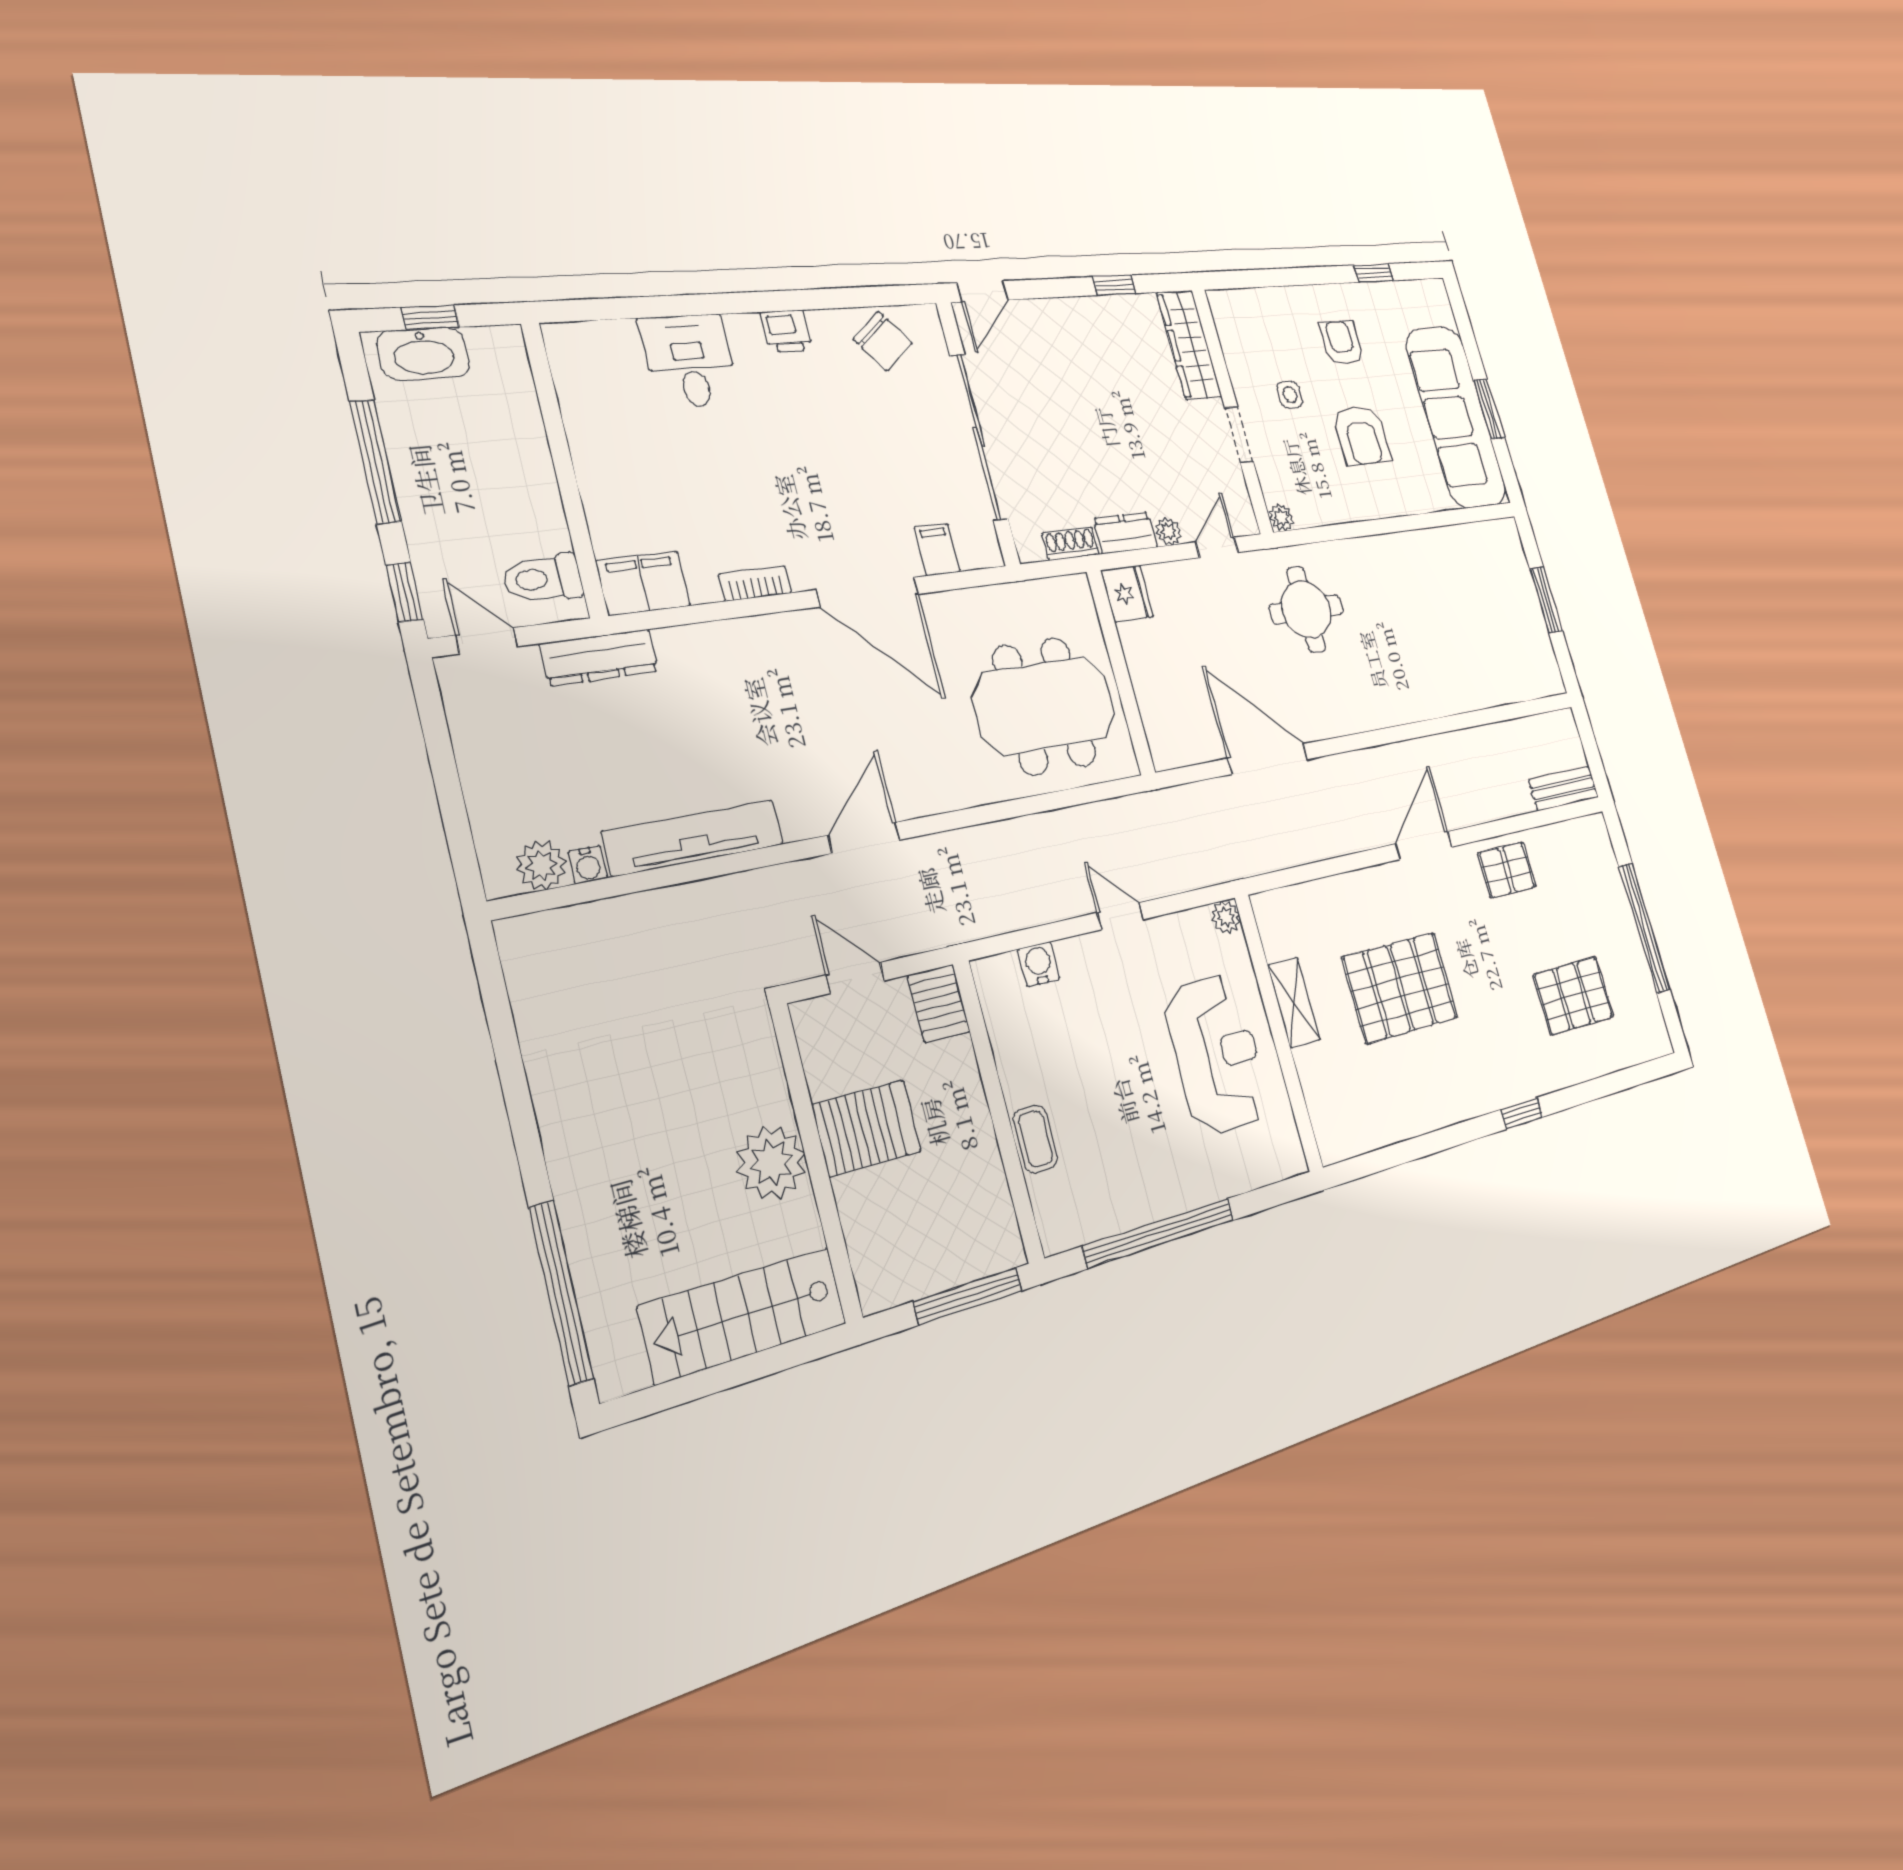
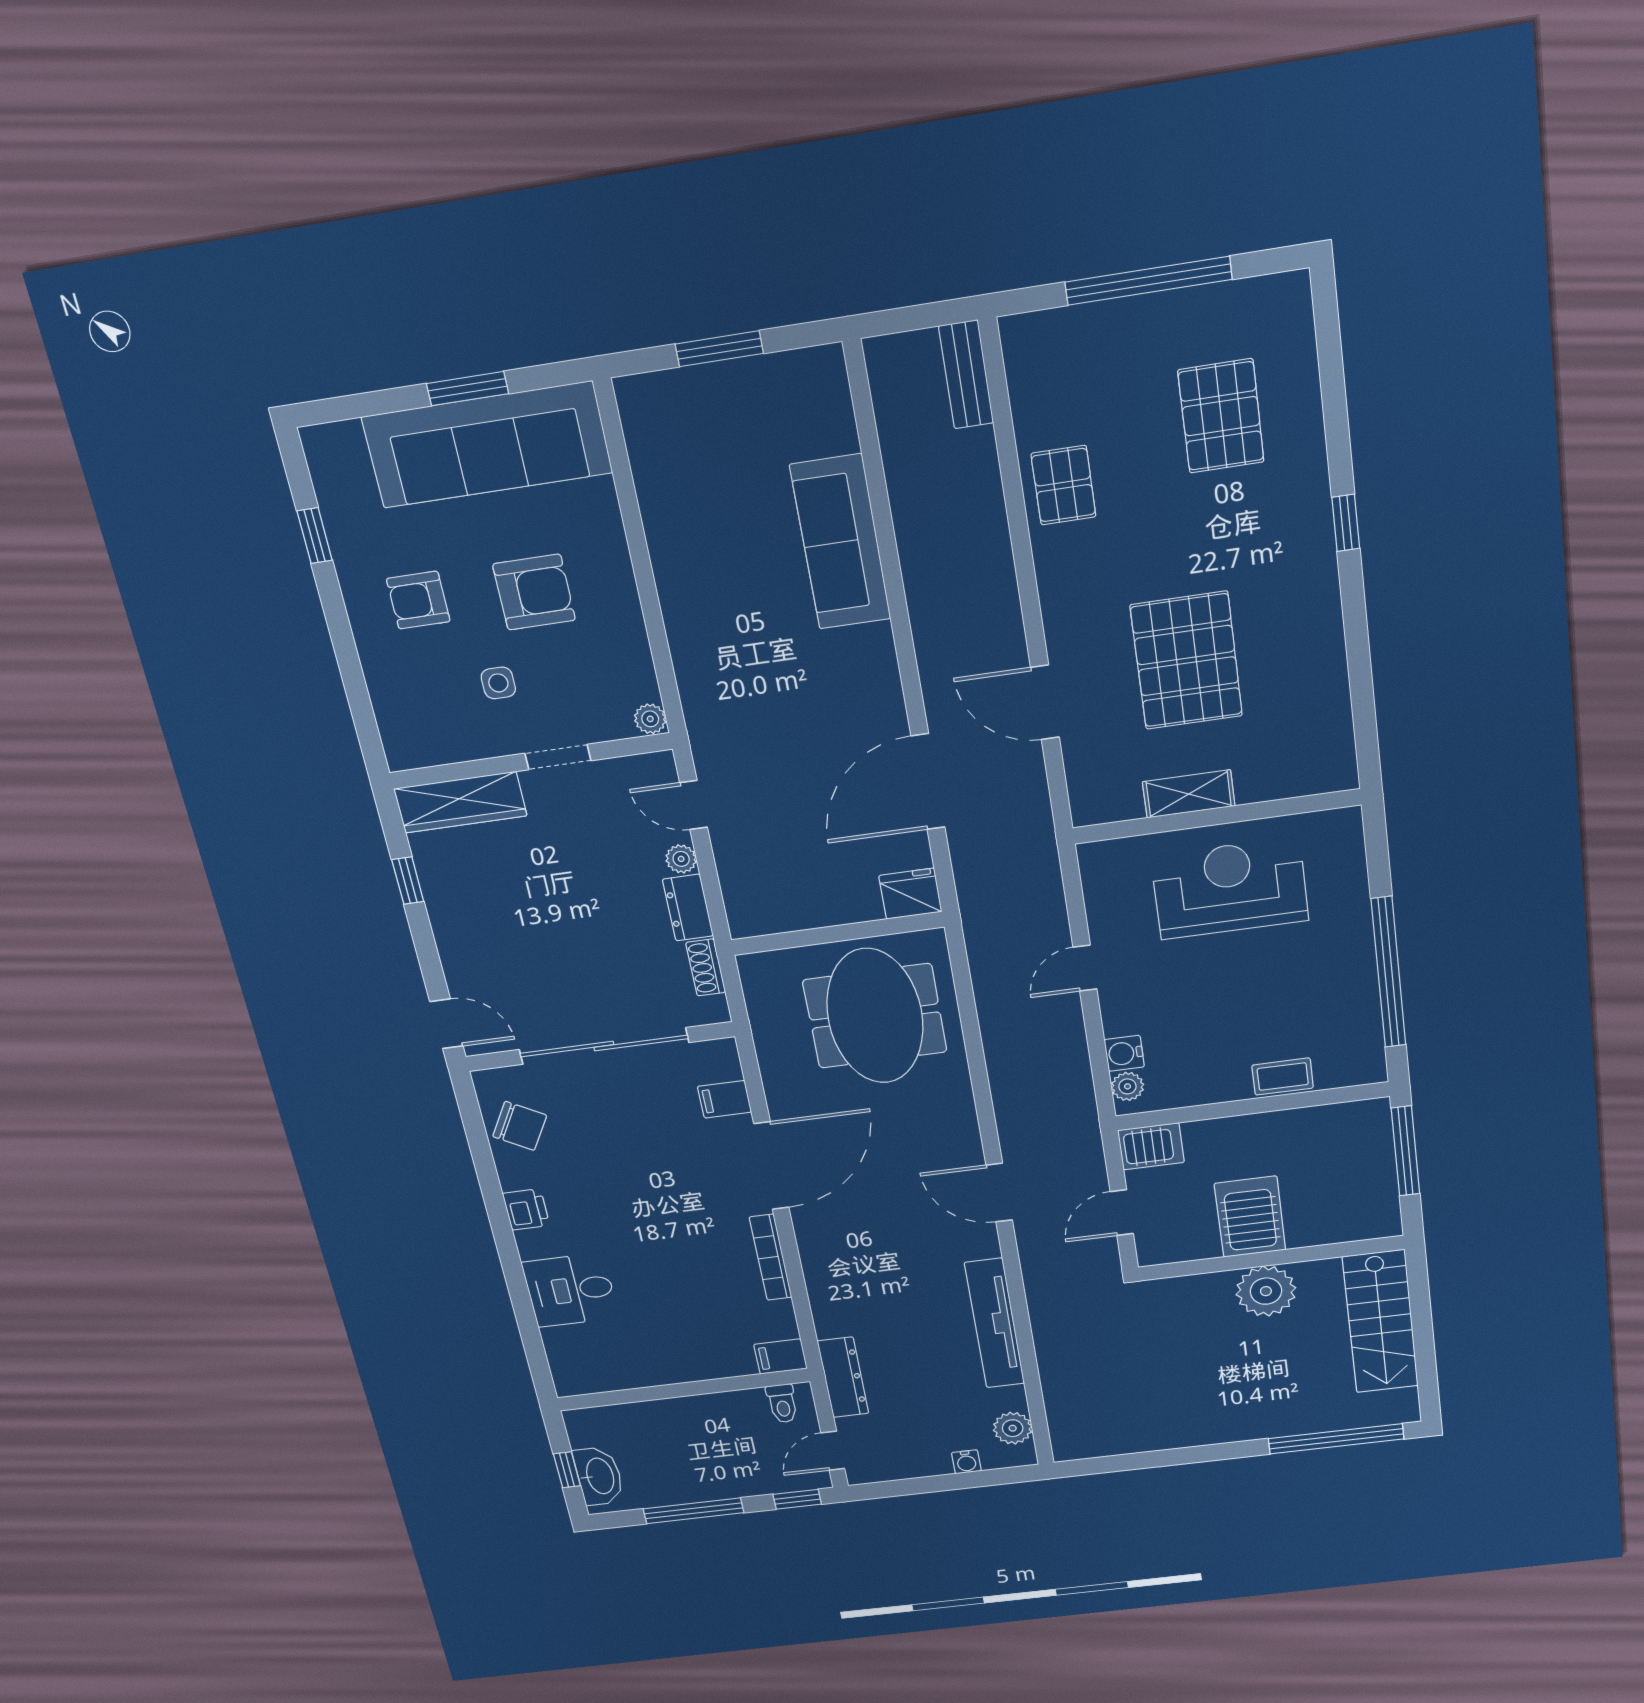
chair: (883, 341) -> (520, 1126), turned 68
toilet: (542, 578) -> (782, 1403), width x0.73, depth x0.72
filing cabinet: (643, 583) -> (781, 1357), width x0.50
bookcase: (755, 583) -> (771, 1257), width x1.56
fridge: (1127, 594) -> (910, 894), moved
round table: (1306, 609) -> (756, 705), removed
sofa: (1438, 687) -> (841, 542), added
door: (1424, 845) -> (1045, 702), moved
water cooler: (588, 865) -> (966, 1462), moved, turned 90
plant: (1226, 917) -> (1127, 1086), moved

